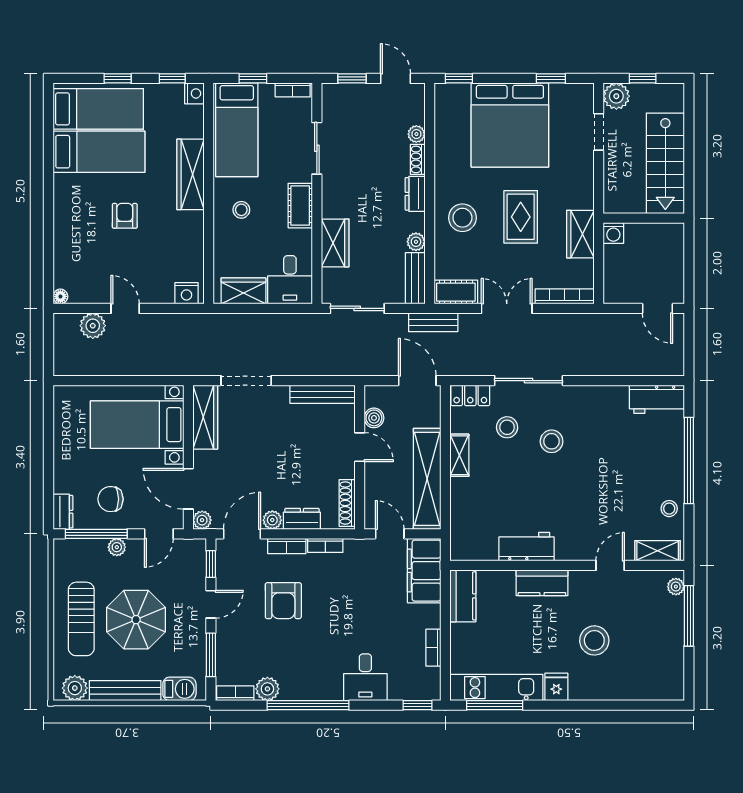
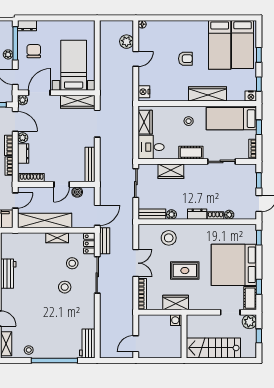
stool: (462, 218) -> (169, 238), moved
cot: (456, 292) -> (250, 298), moved
bench: (433, 322) -> (105, 241), moved

